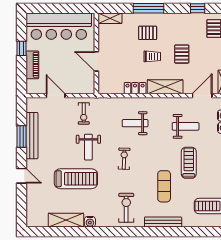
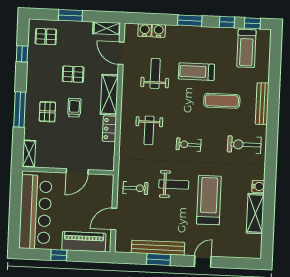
piano: (32, 65) -> (84, 242), width x1.37, depth x1.33

